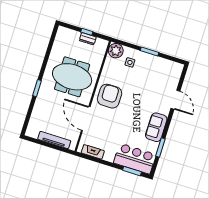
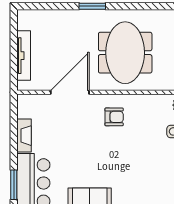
armchair: (110, 96) -> (114, 117), width x0.53, depth x0.53
fireplace: (93, 152) -> (24, 136), moved

